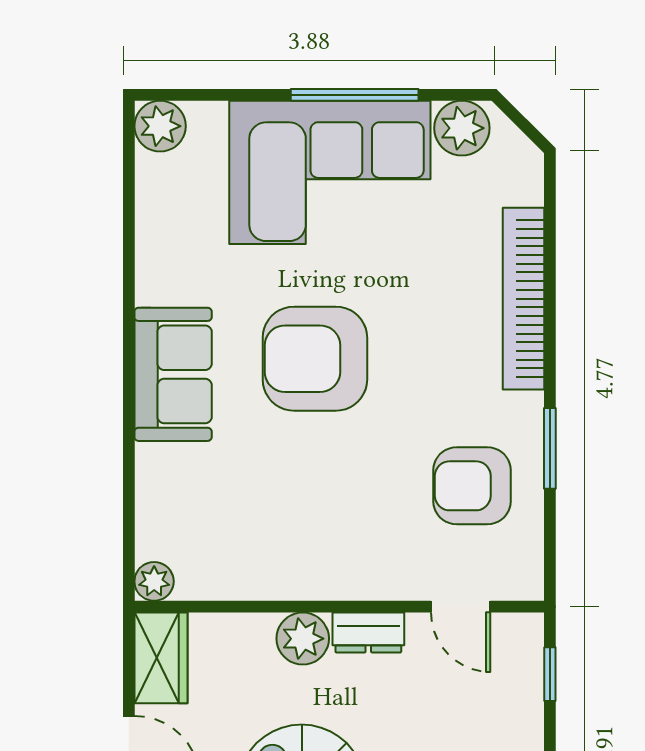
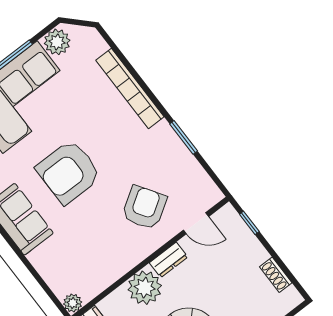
armchair: (472, 486) -> (144, 208), moved, turned 147
plant: (303, 639) -> (145, 288), width x1.36, depth x1.36

